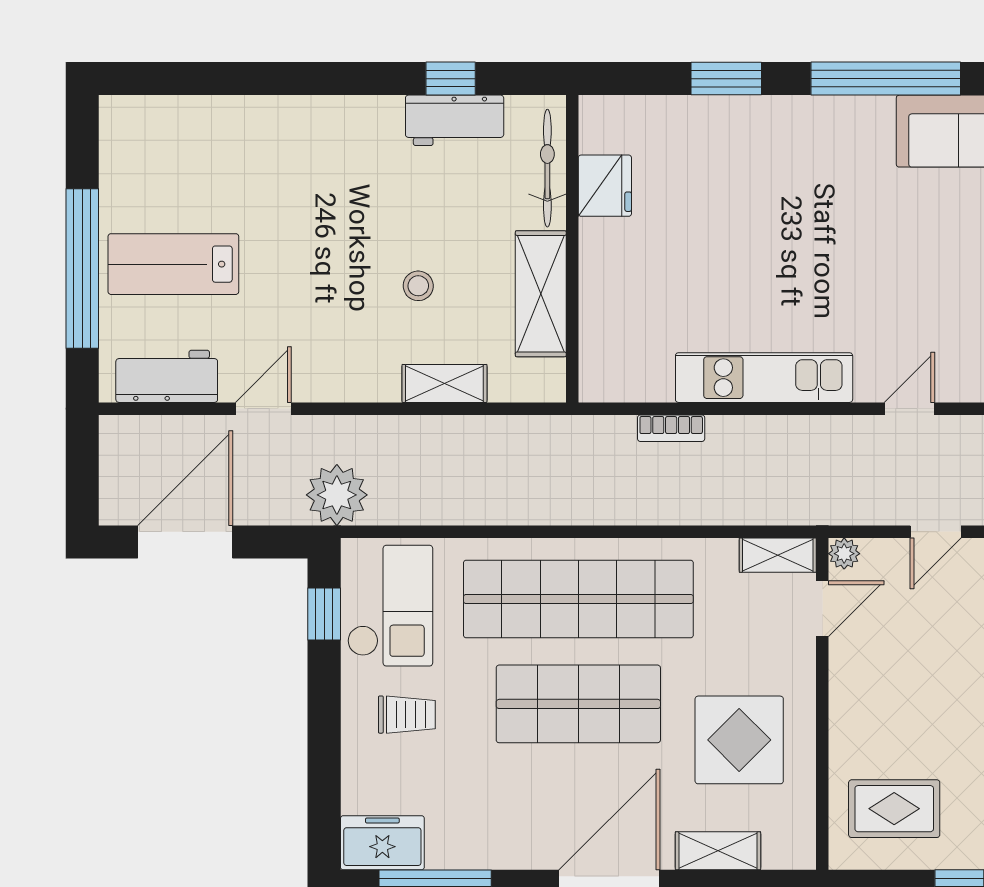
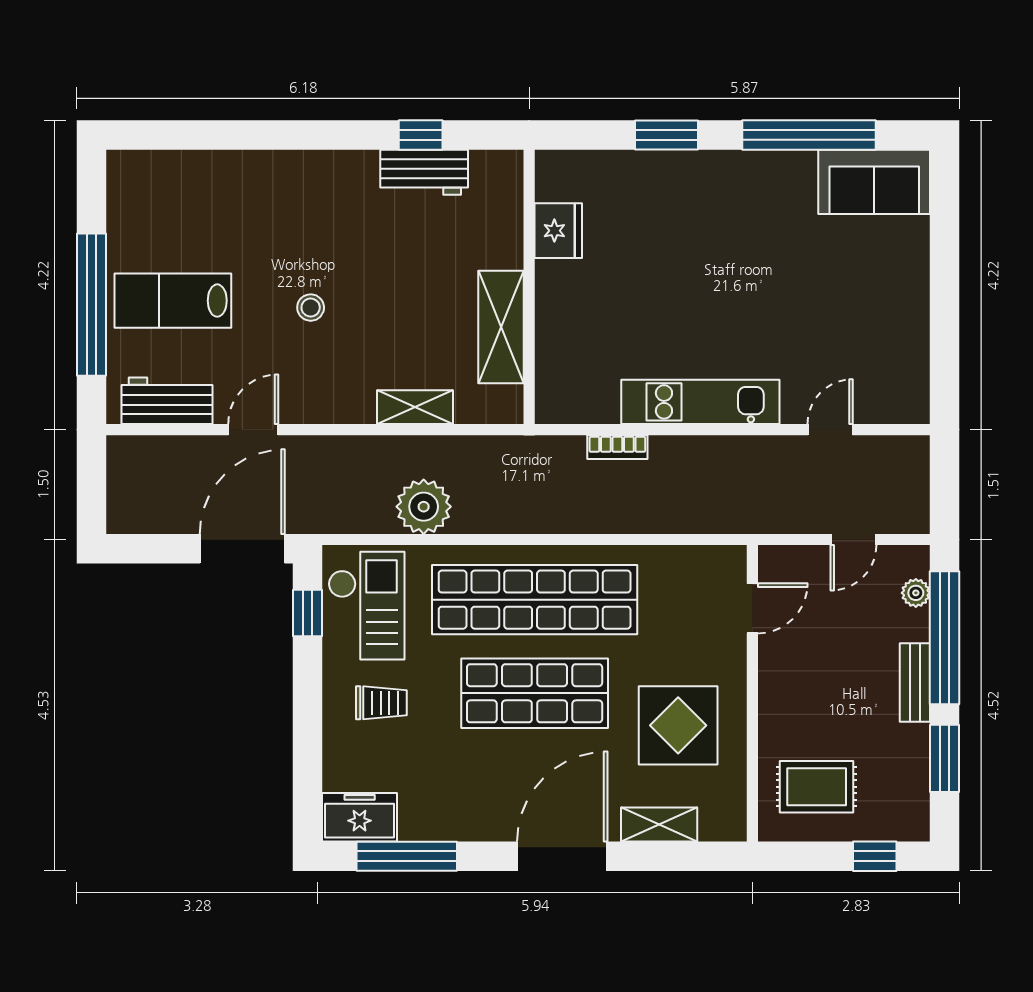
bicycle: (547, 168) -> (507, 215), removed
stool: (418, 286) -> (311, 308), moved
plant: (337, 495) -> (424, 507), moved
door: (185, 542) -> (242, 549), moved
plant: (844, 554) -> (772, 559), removed
shelving: (778, 555) -> (713, 560), removed

